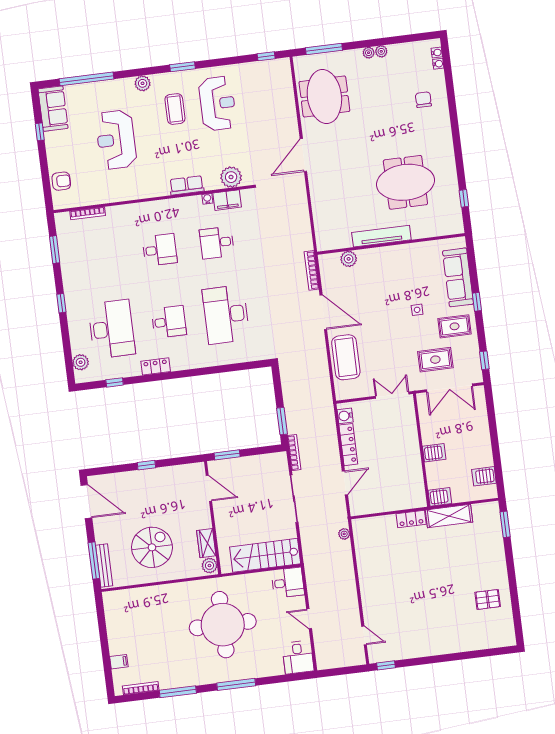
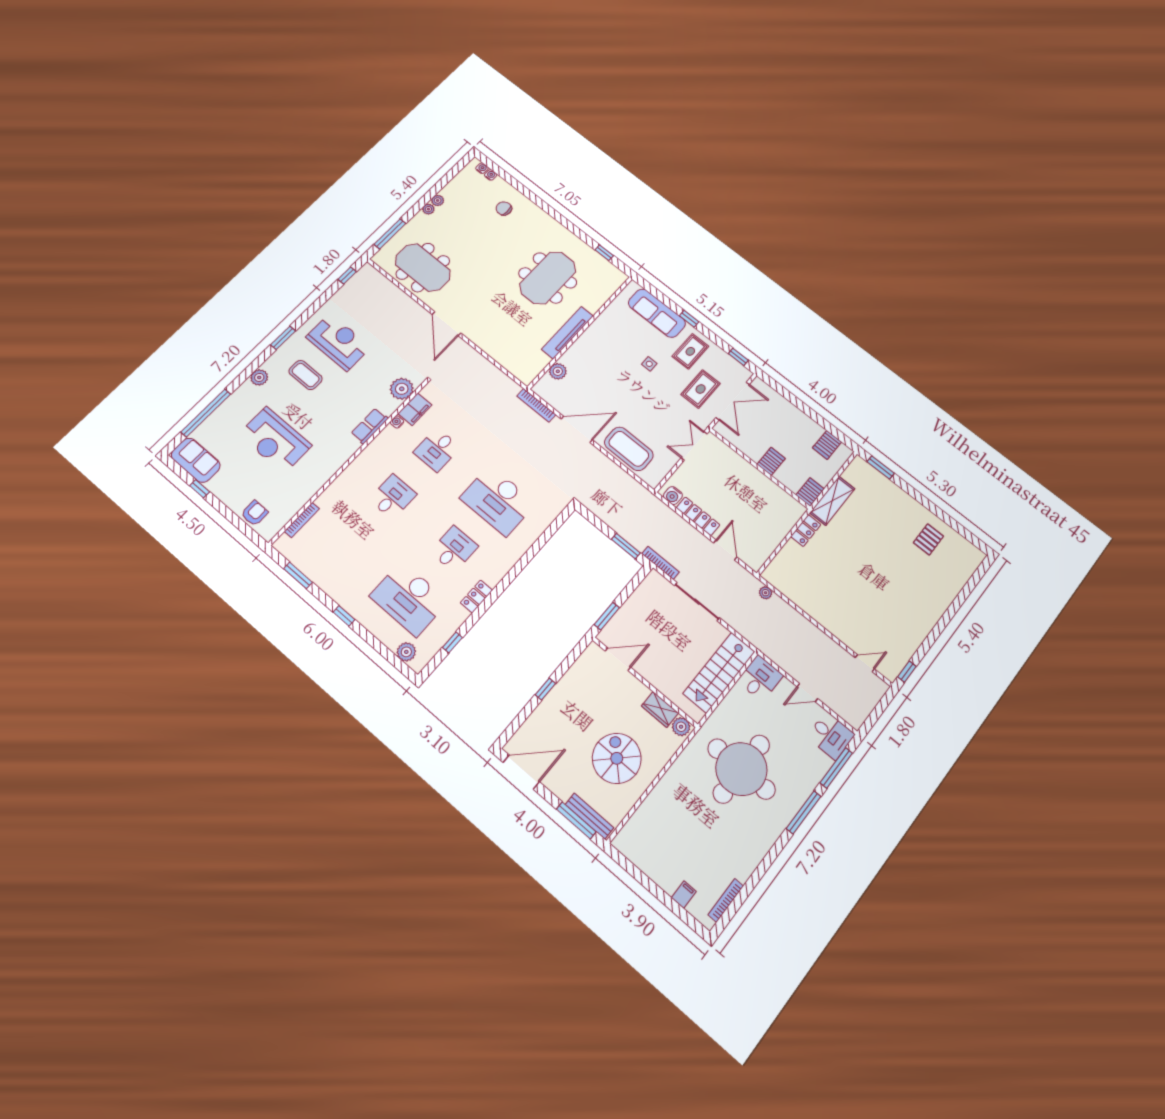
desk: (112, 329) -> (409, 599), turned 180
window: (178, 692) -> (836, 768), moved

